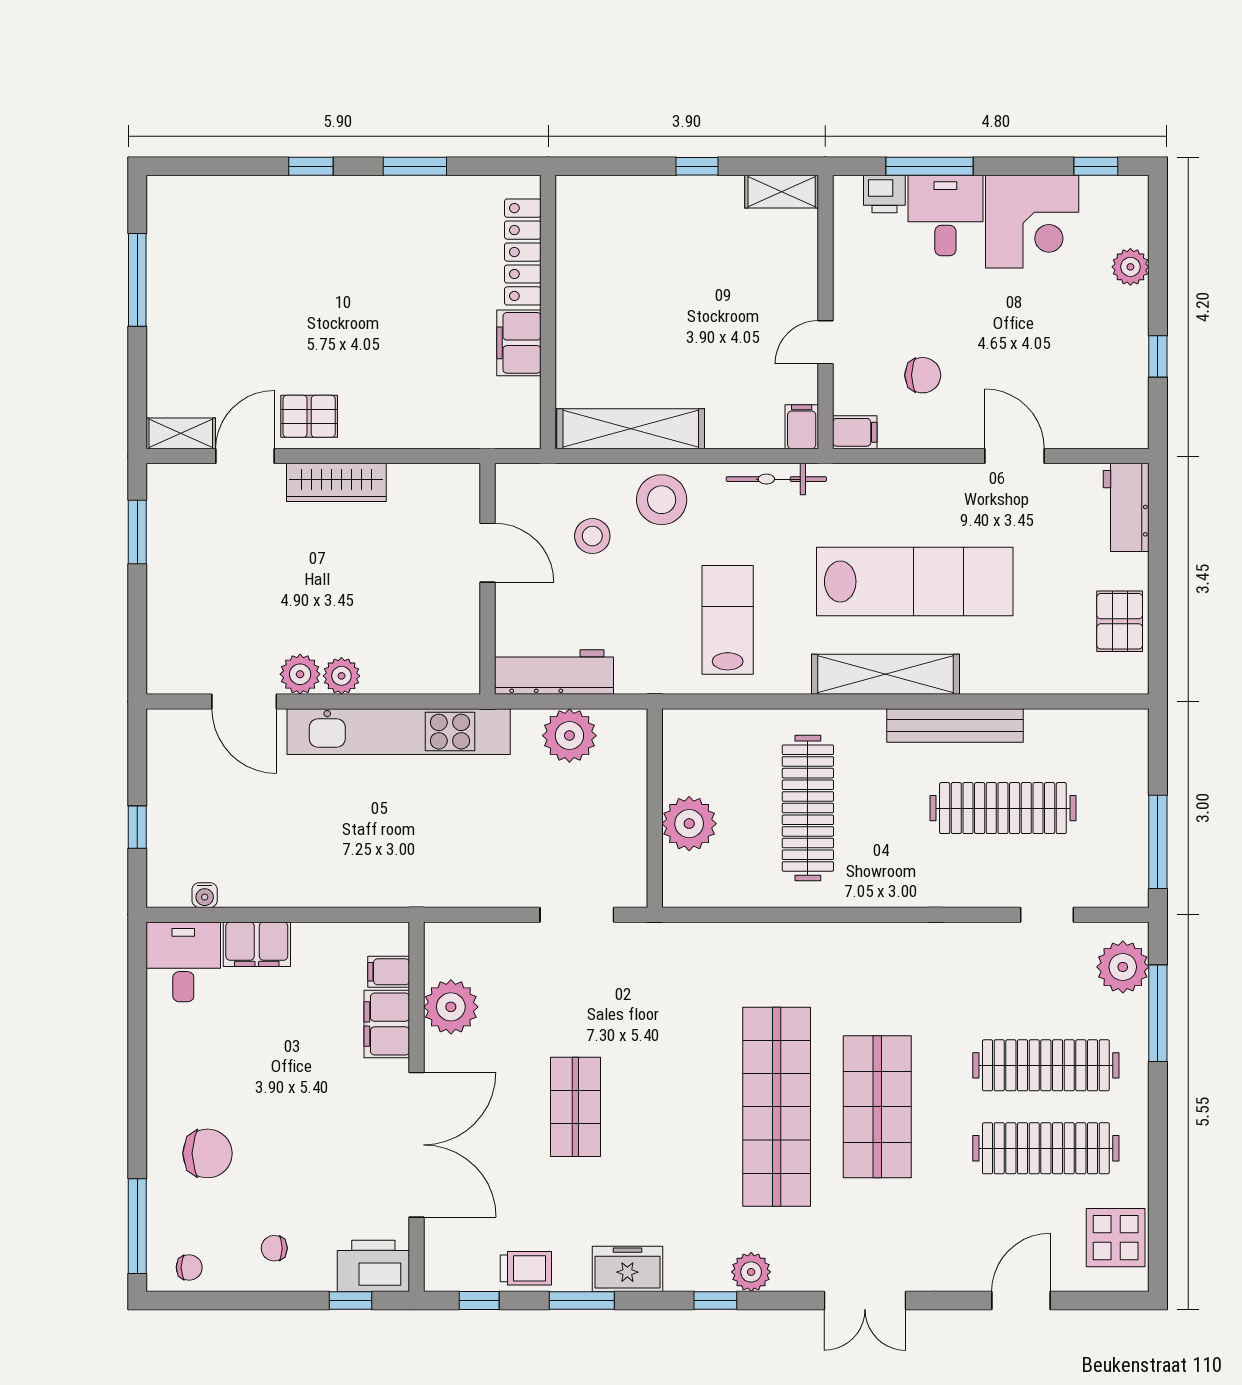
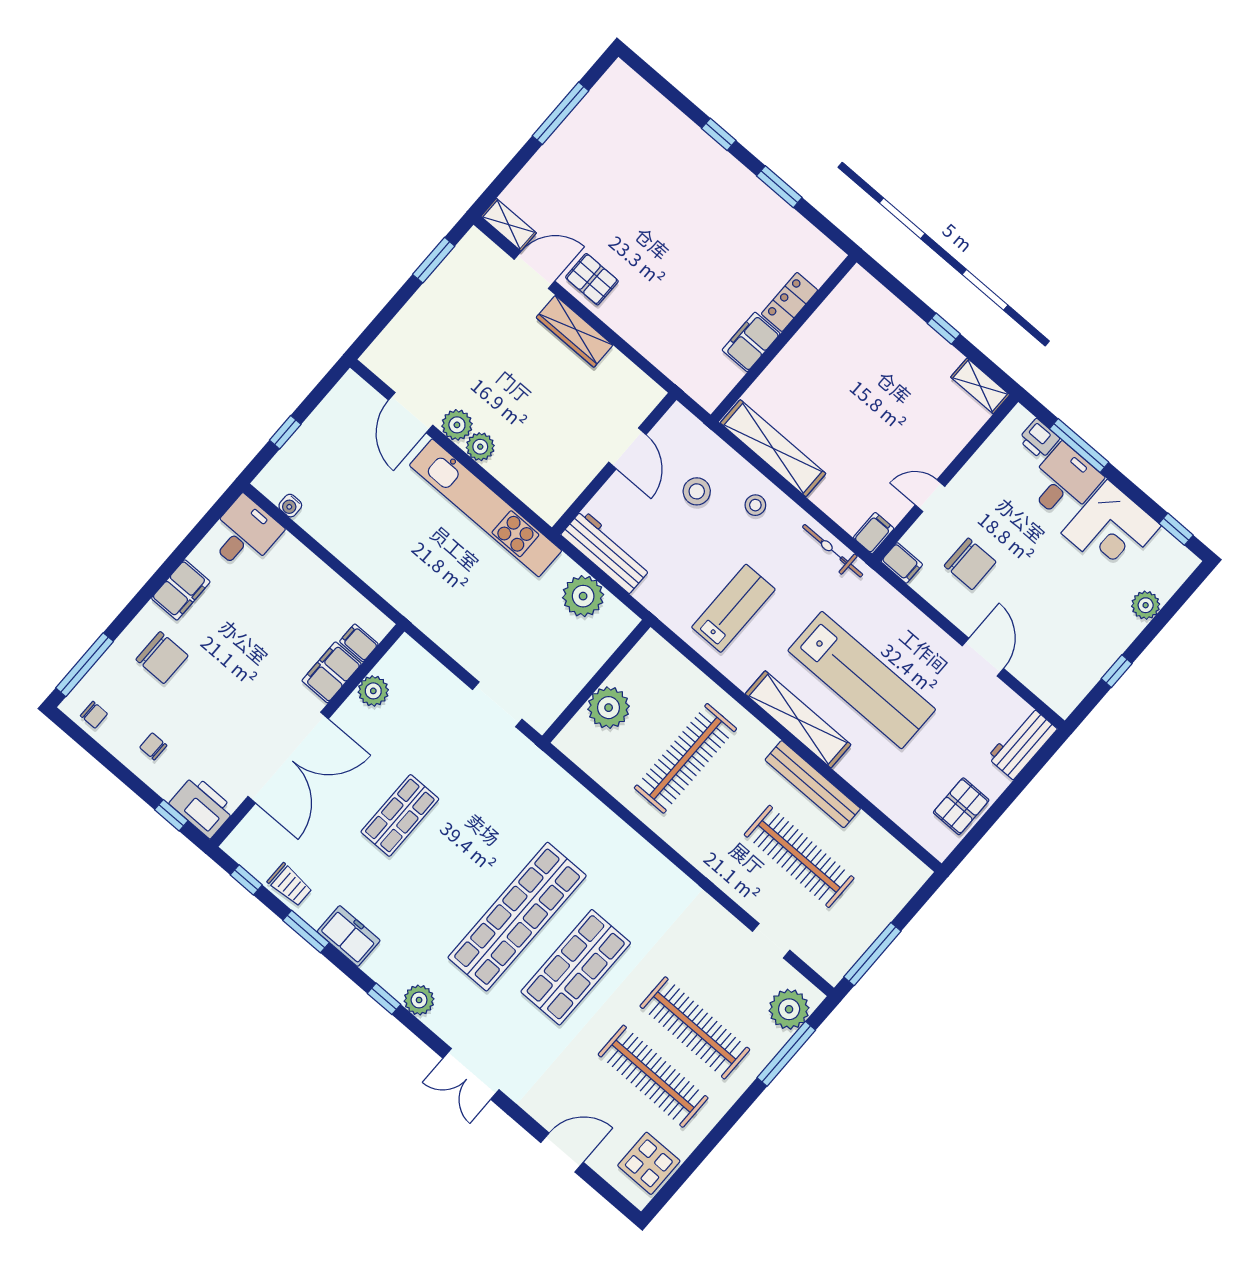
locker: (523, 252) -> (789, 302), width x0.66
chair: (923, 375) -> (970, 564), width x1.37, depth x1.37
stool: (662, 500) -> (755, 505), width x0.53, depth x0.53
filing cabinet: (257, 944) -> (181, 590), moved, turned -90
plant: (451, 1007) -> (373, 691), width x0.73, depth x0.73

